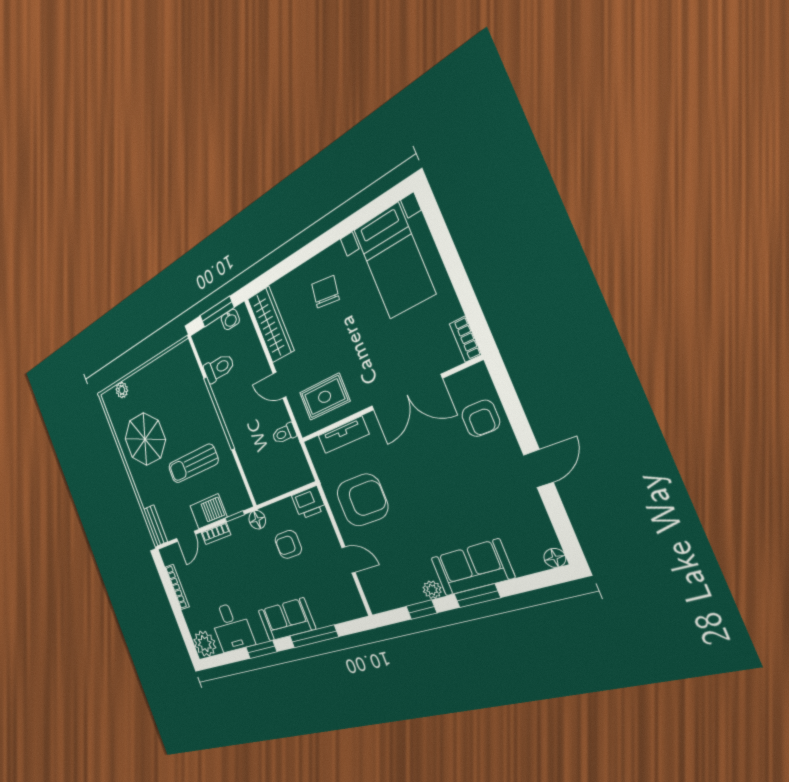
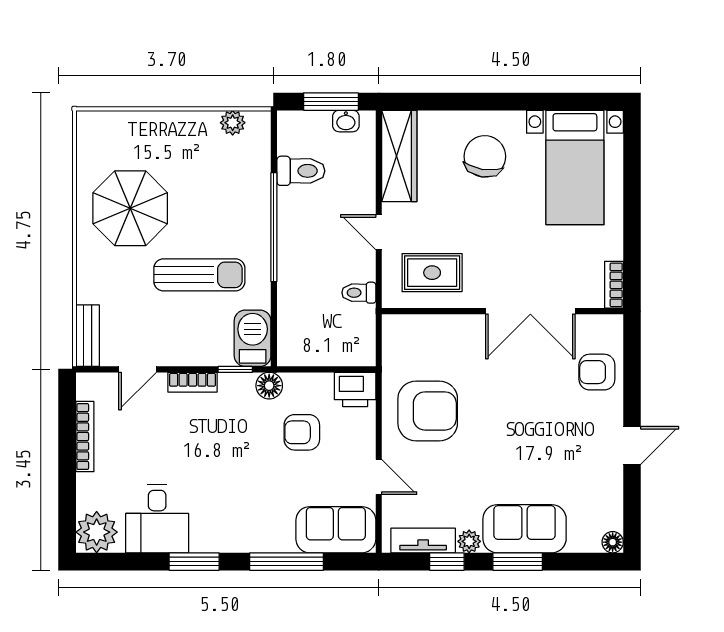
chair: (325, 292) -> (485, 156), width x1.37, depth x1.37
plant: (122, 390) -> (233, 123), moved
armchair: (481, 418) -> (597, 372), turned 90
tv unit: (343, 435) -> (423, 540), moved, turned 180
sun lounger: (193, 464) -> (199, 275), turned 180
barbecue: (208, 511) -> (253, 338), moved, turned -90
sofa: (287, 620) -> (336, 530), moved

